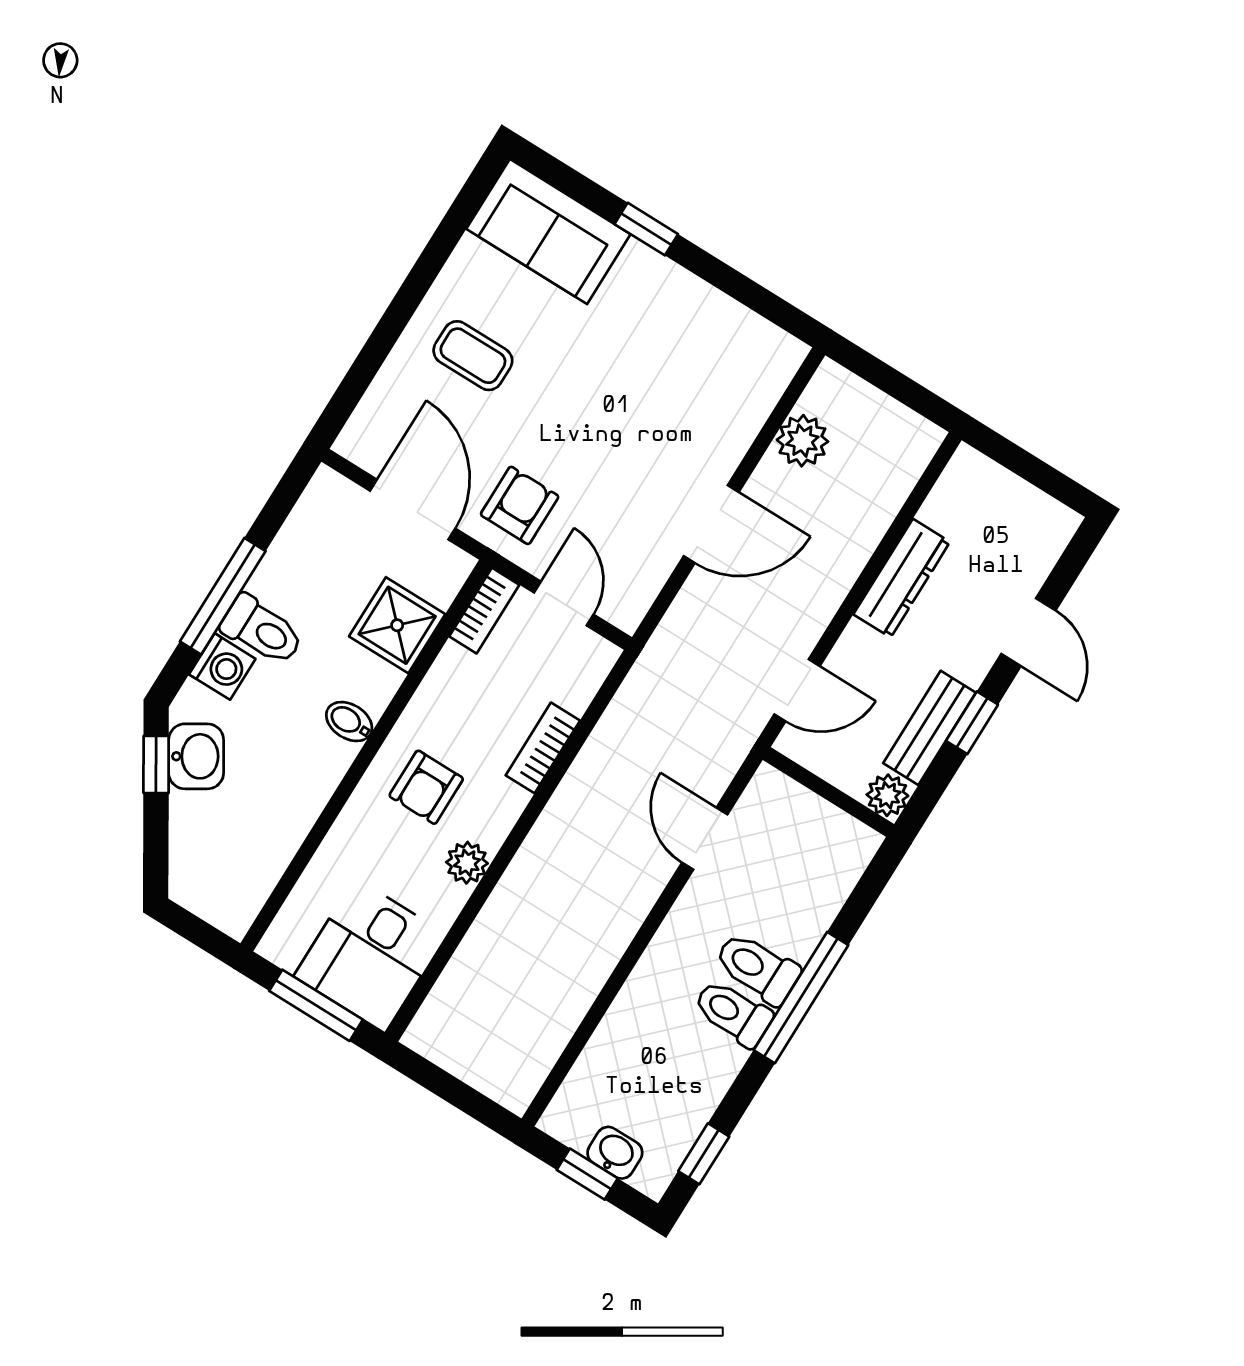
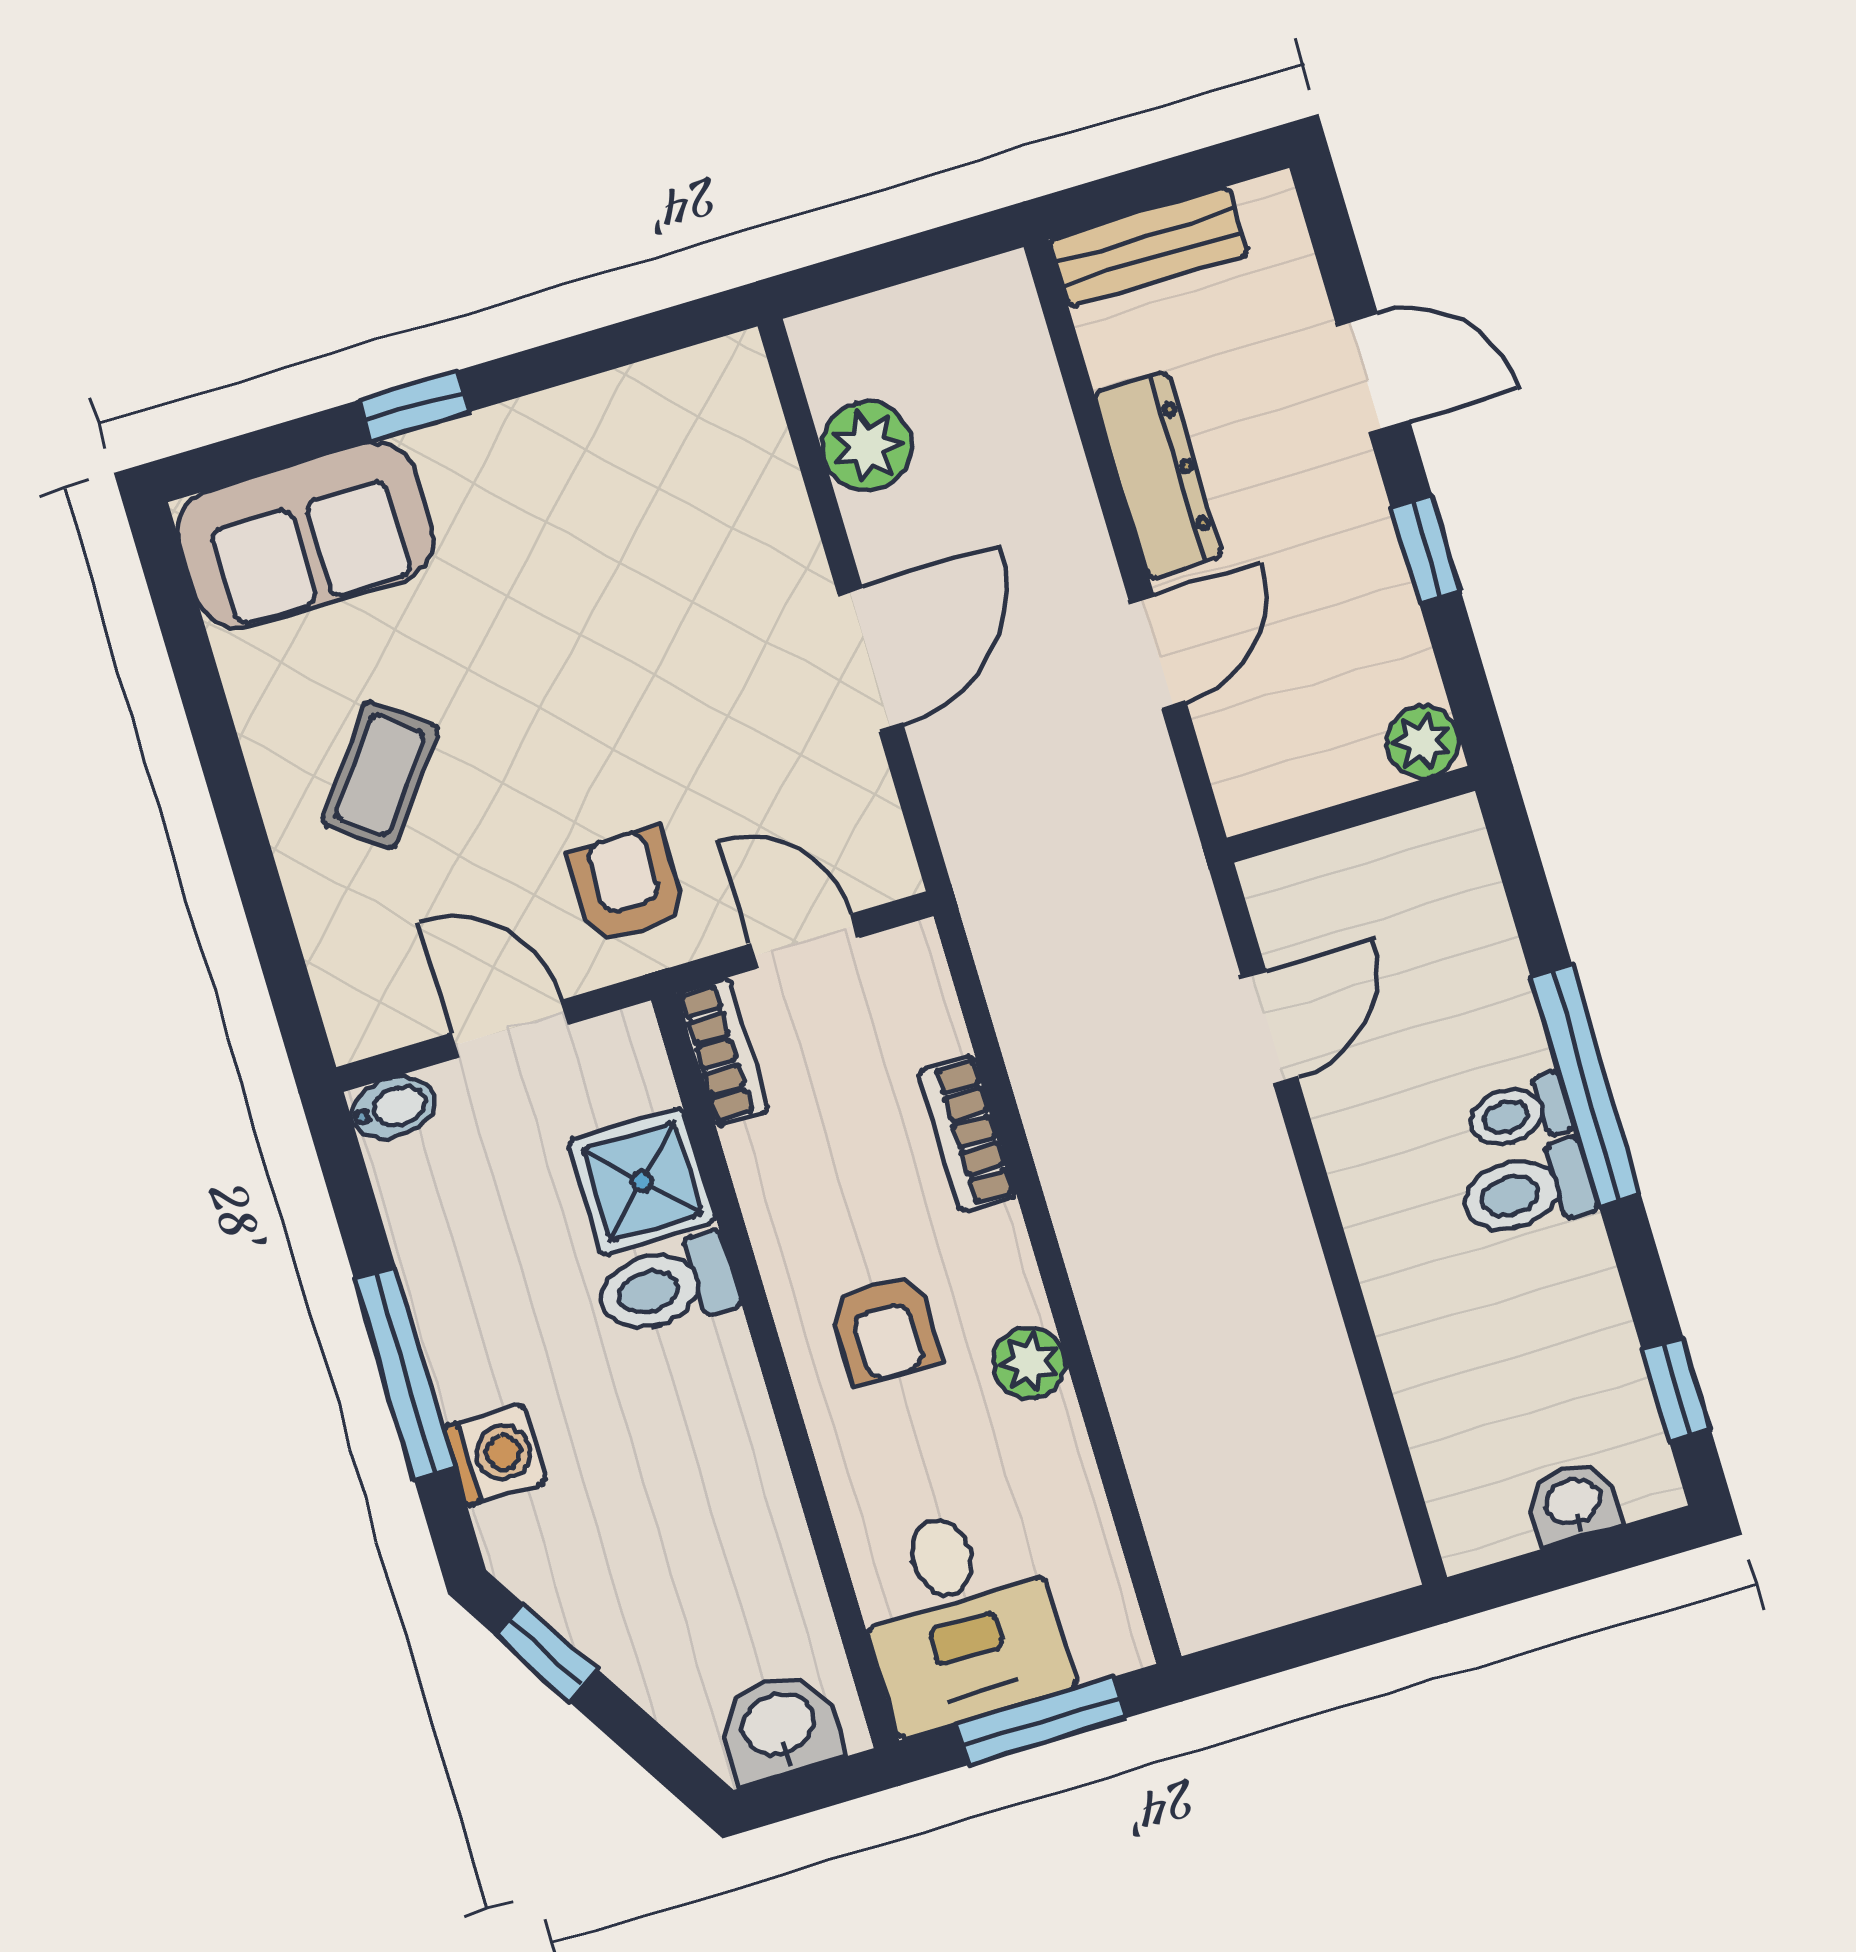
coffee table: (473, 356) -> (380, 775), turned -53
door: (413, 510) -> (510, 1029), width x0.73
toilet: (262, 630) -> (666, 1287), moved, turned 180
door: (797, 690) -> (1158, 652), moved
bidet: (349, 722) -> (393, 1108), moved, turned 180
bench: (930, 728) -> (1149, 247), moved, turned 90
washbasin: (196, 756) -> (779, 1727), moved, turned -58
door: (705, 839) -> (1270, 1027), swing flipped
desk: (370, 955) -> (960, 1617), moved
toilet: (757, 968) -> (1519, 1113), width x0.73, depth x0.72
window: (587, 1174) -> (1569, 1563), removed

